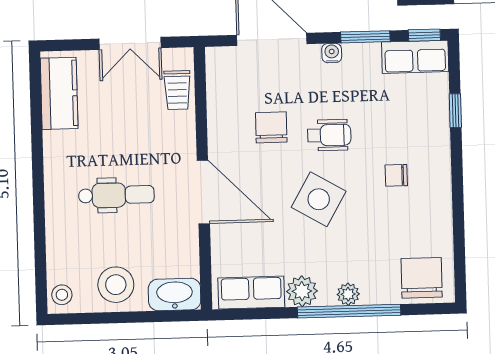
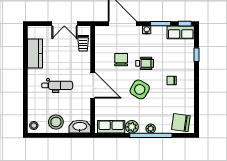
kitchen counter: (59, 93) -> (35, 54), moved
chair: (422, 278) -> (181, 123), turned -82

